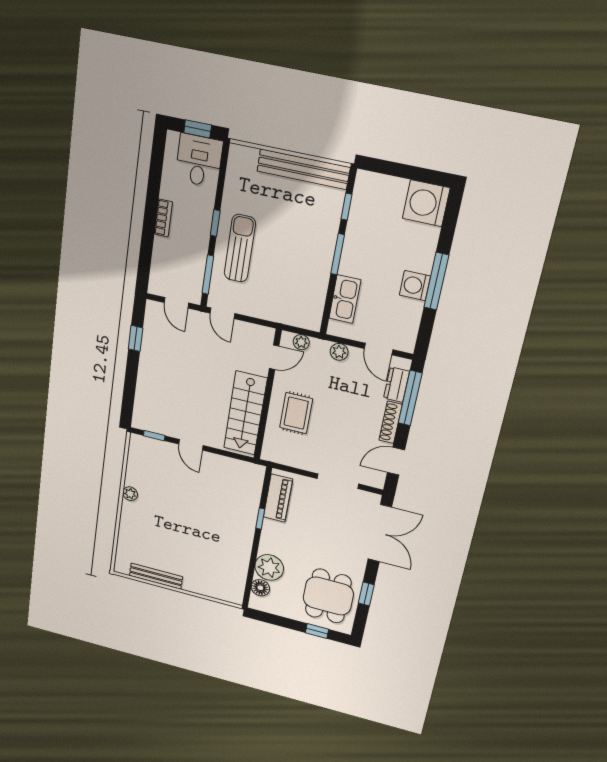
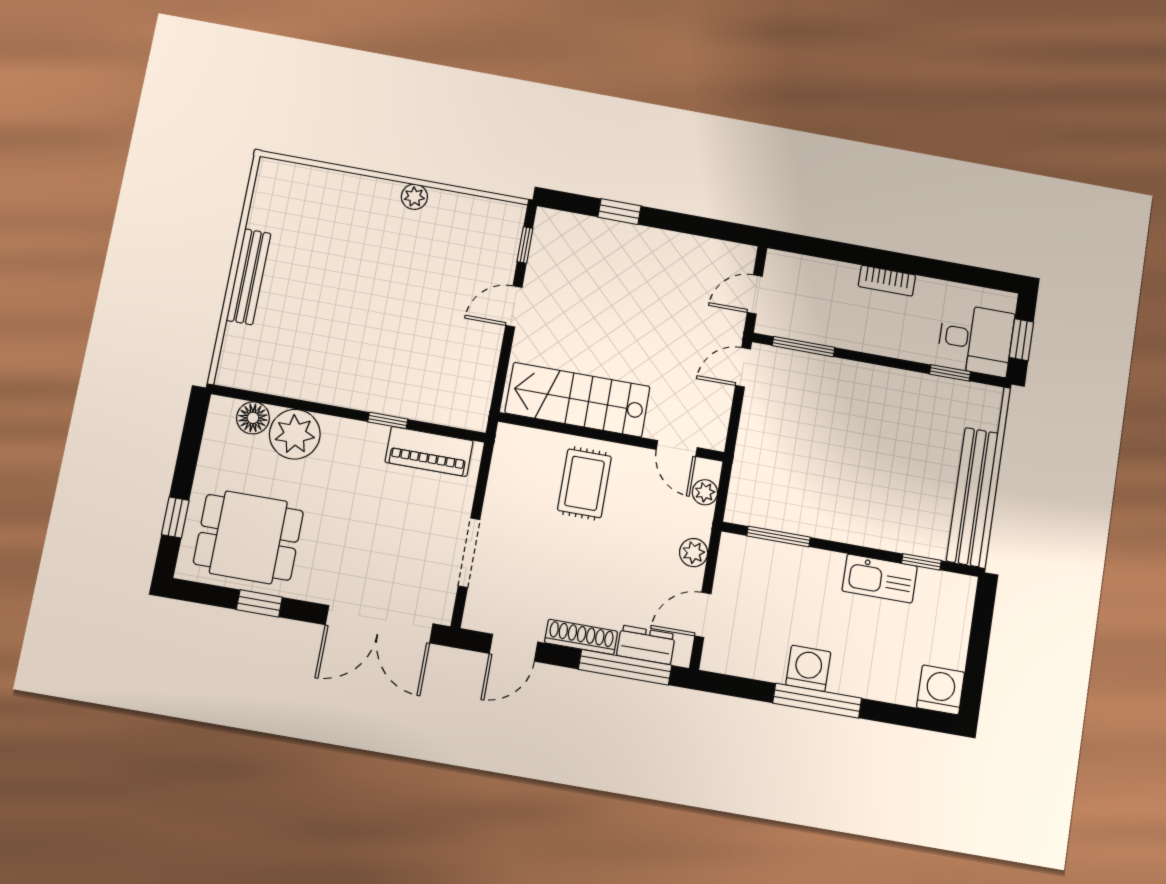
washing machine: (426, 203) -> (940, 690), width x0.73, depth x0.73
window: (215, 223) -> (950, 373), moved
sun lounger: (240, 248) -> (848, 398), removed
window: (338, 254) -> (778, 537), moved
kitchen sink: (345, 299) -> (880, 578), moved
window: (136, 338) -> (619, 212), moved
rug: (296, 413) -> (584, 483), turned 90
door: (396, 461) -> (513, 648), swing flipped
bench: (156, 576) -> (249, 277), moved

